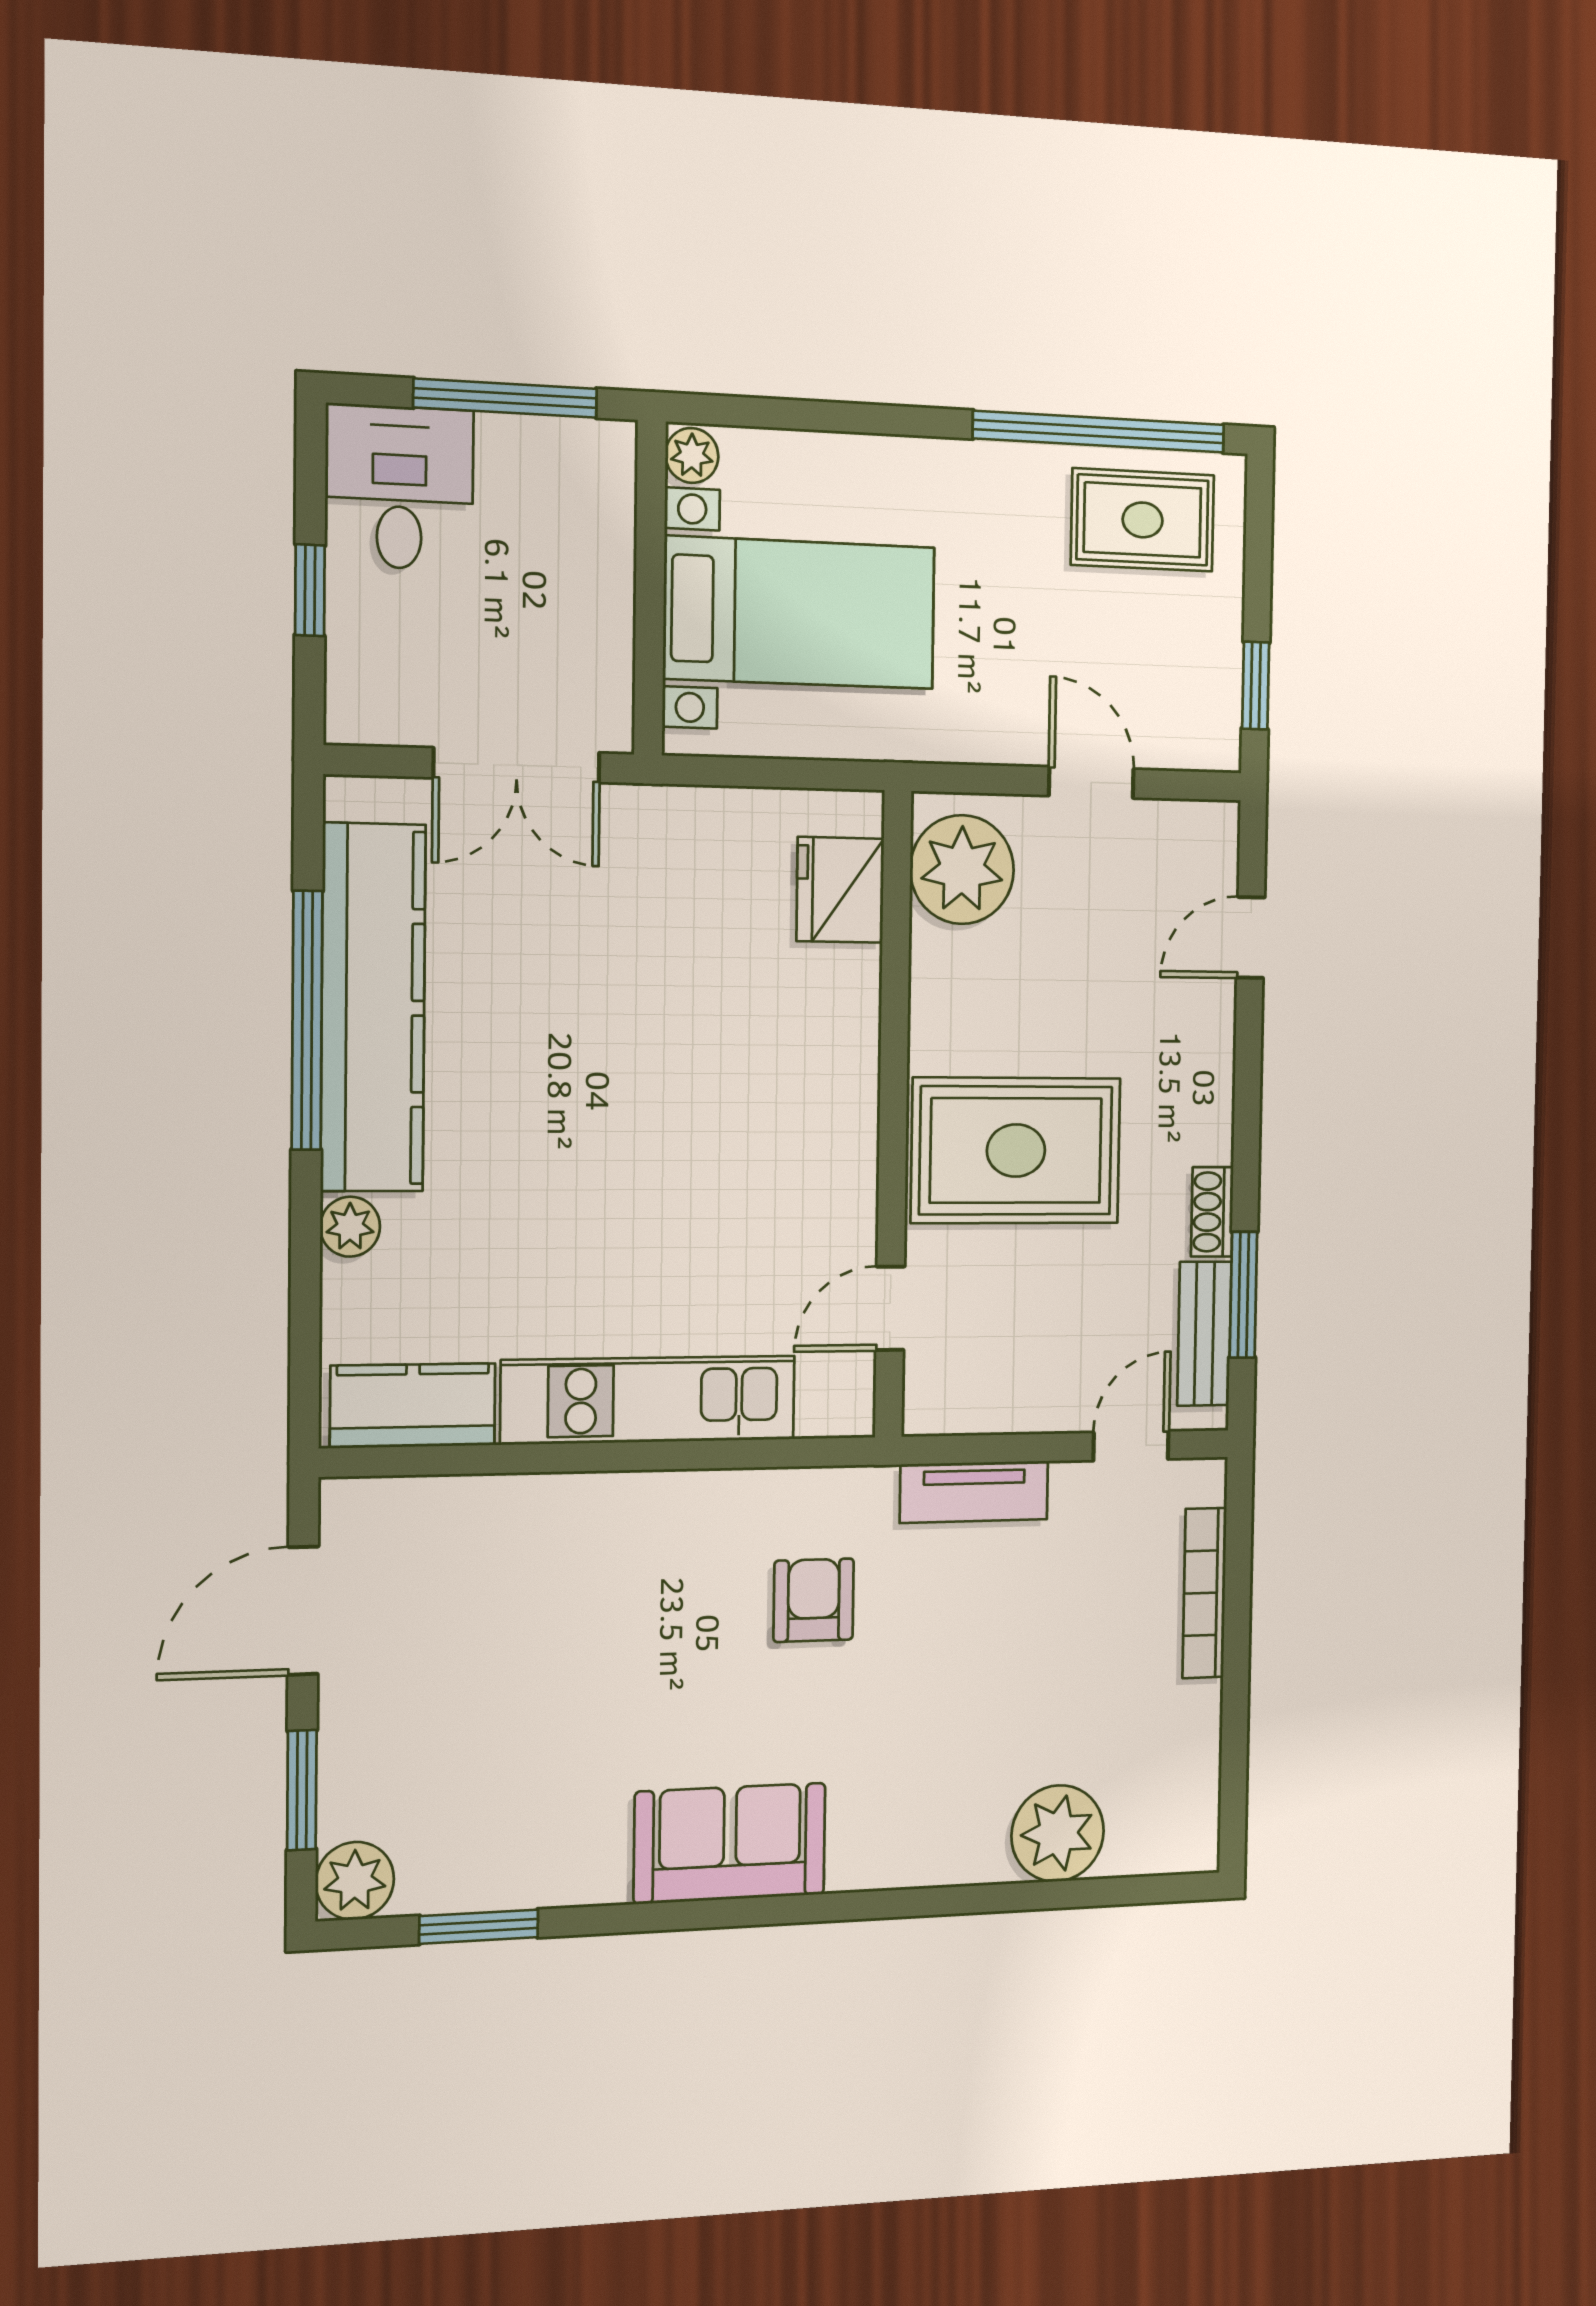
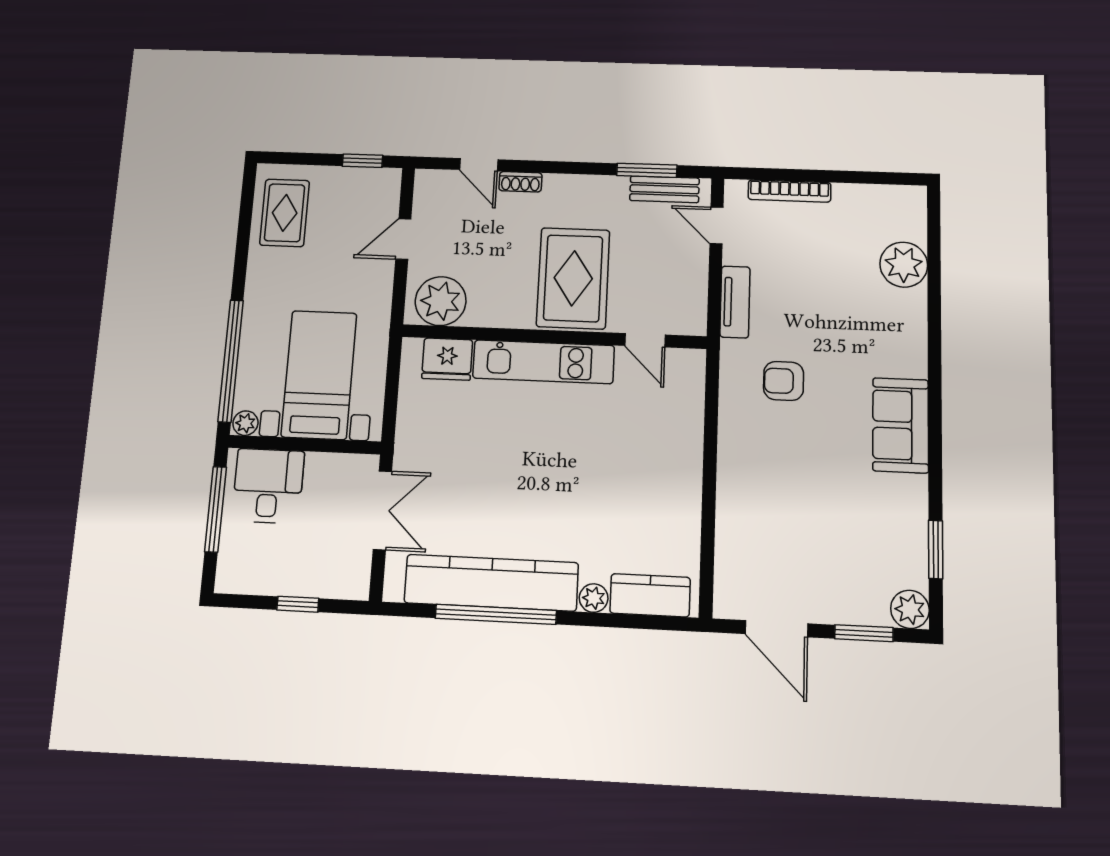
window: (1099, 432) -> (231, 361), moved
desk: (399, 487) -> (268, 486), moved, turned 90
shoe rack: (1212, 1212) -> (520, 182), moved
kitchen unit: (649, 1400) -> (544, 362), moved, turned -90
kitchen counter: (413, 1406) -> (650, 595), moved, turned 90

